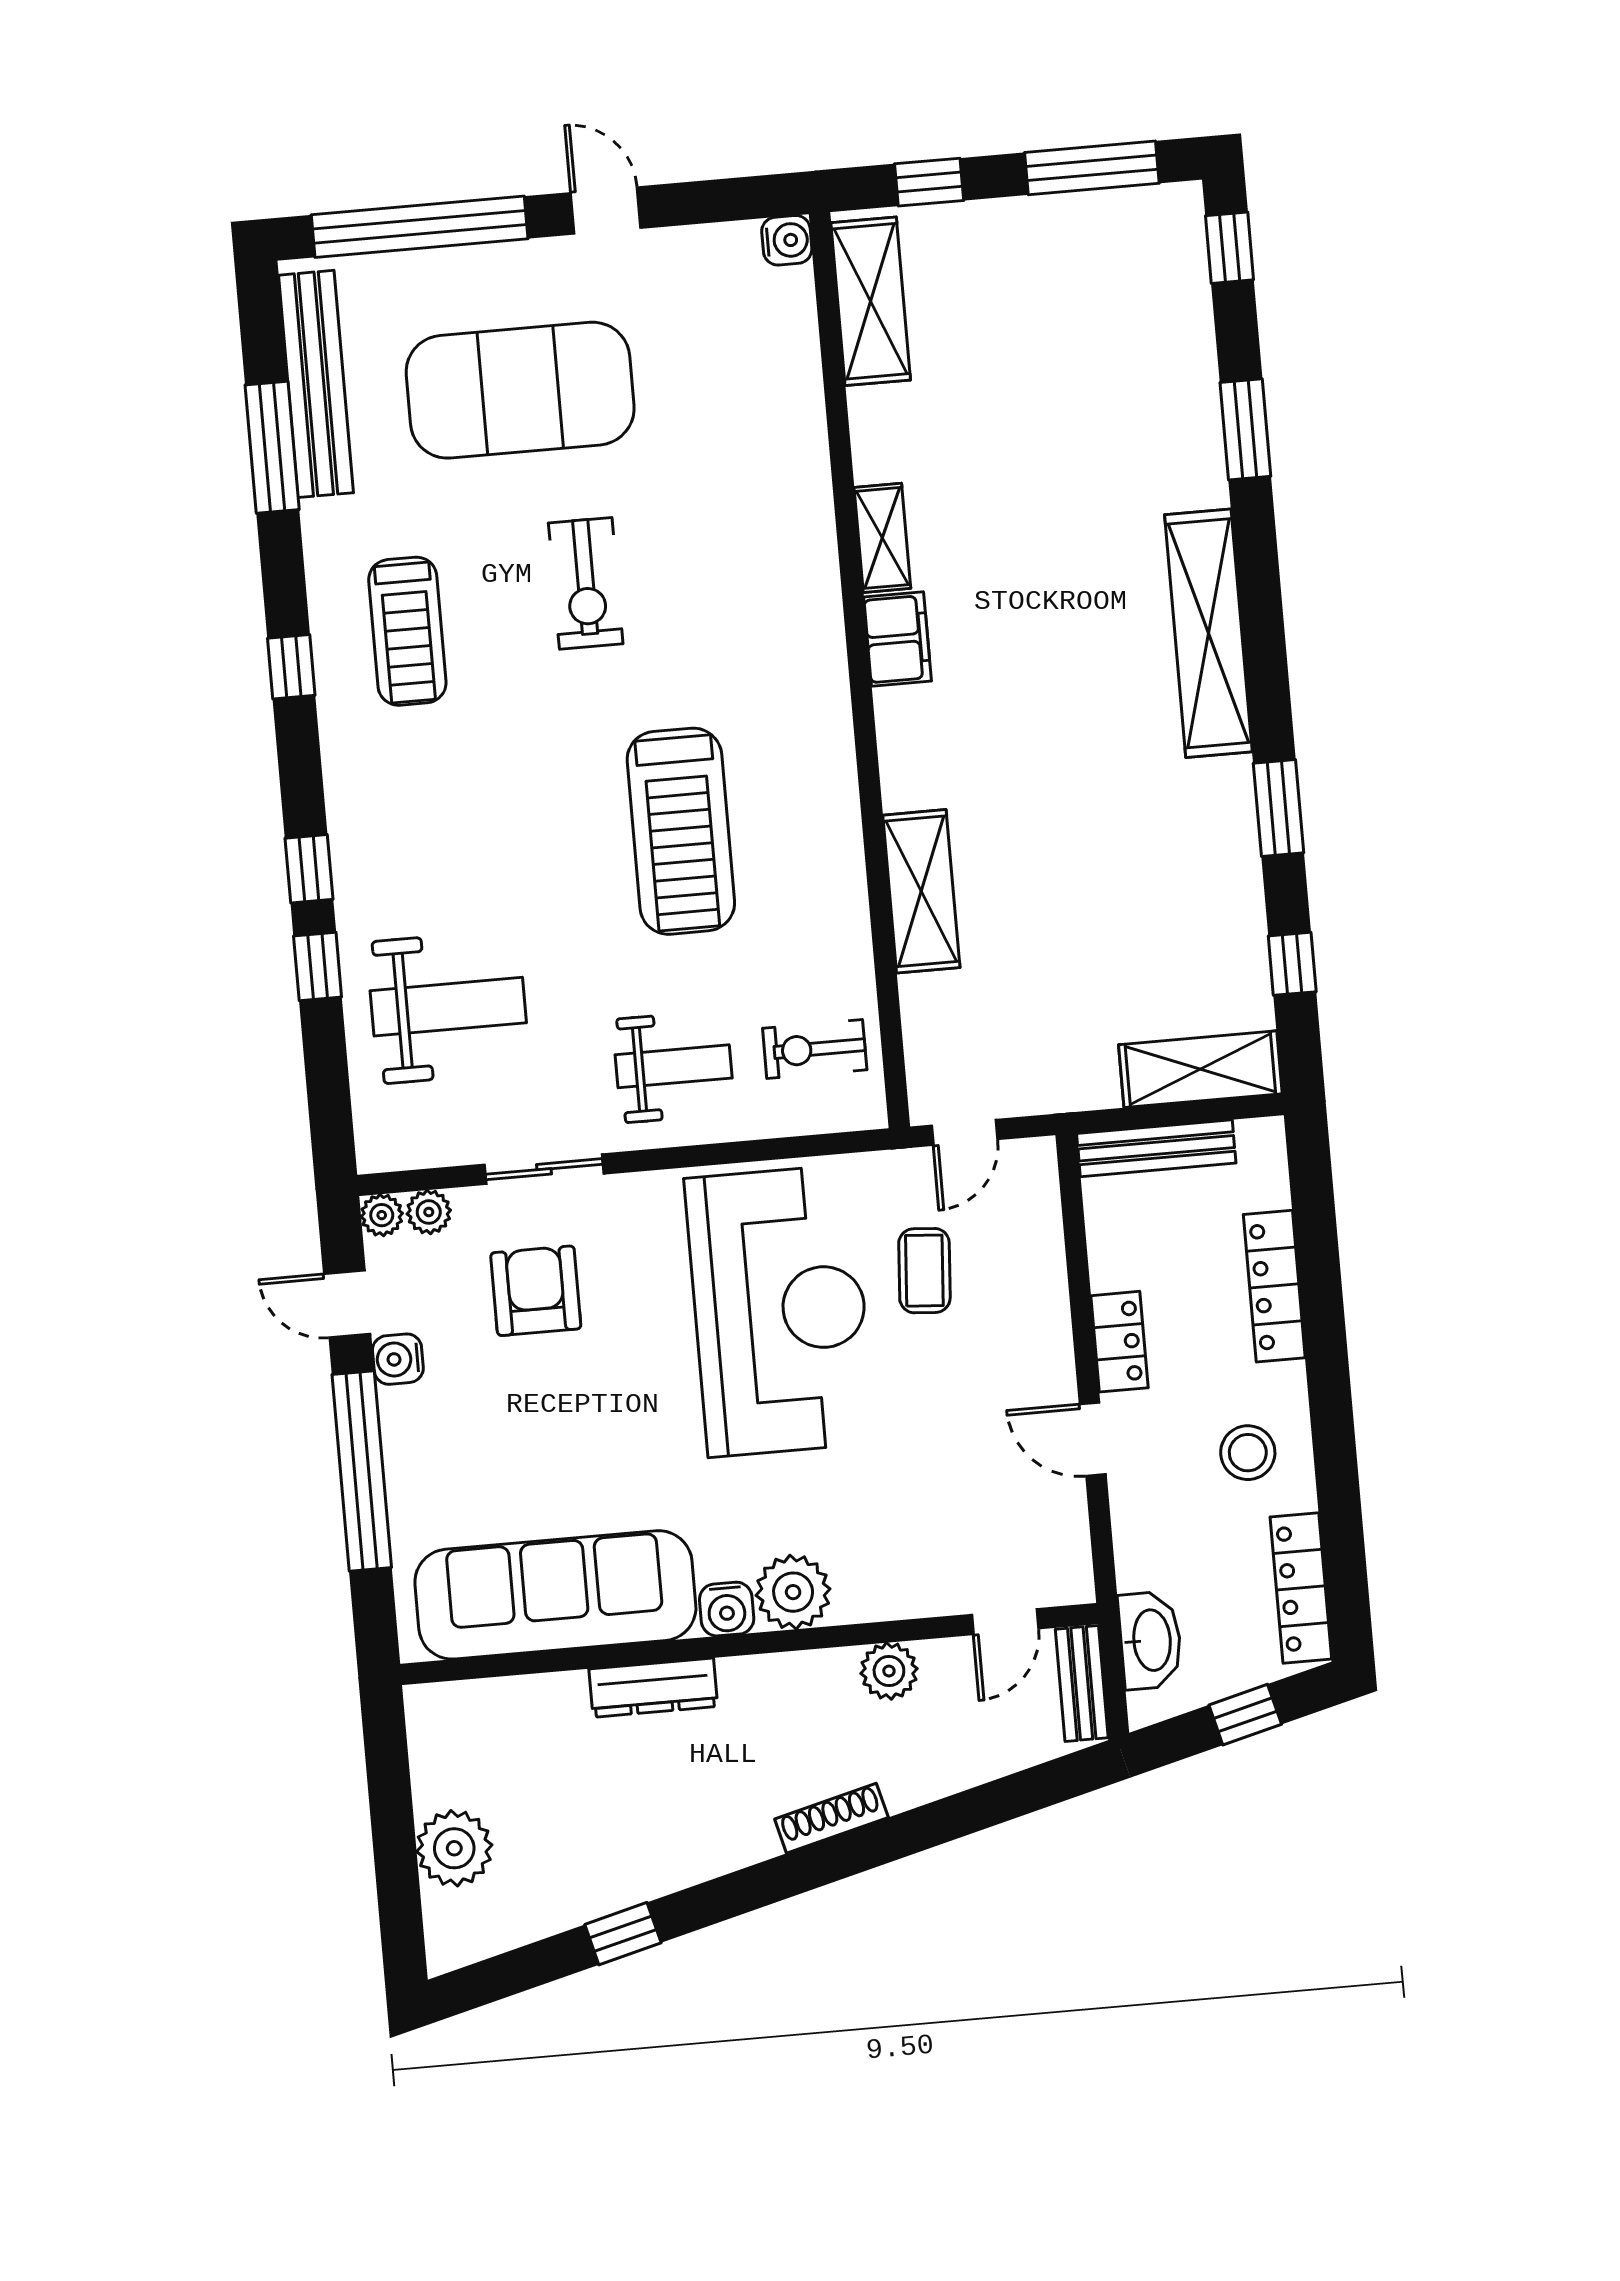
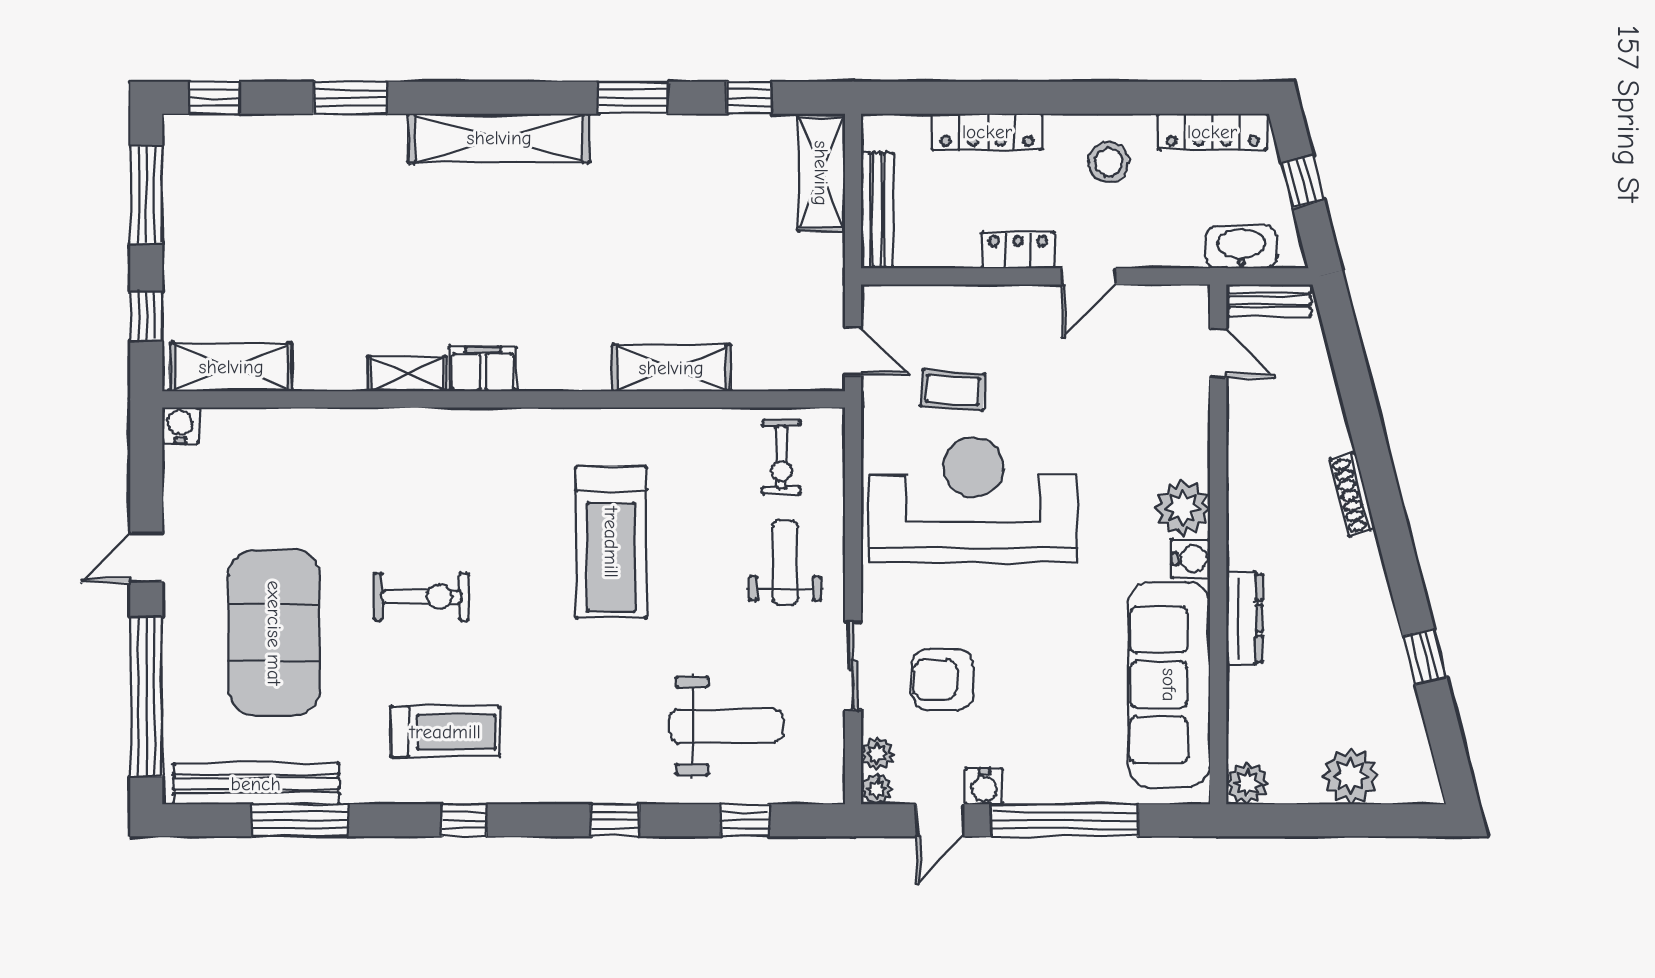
treadmill: (681, 831) -> (611, 542), turned 90
window: (318, 967) -> (745, 820), moved
weight bench: (448, 1007) -> (726, 726), turned 90
plant: (889, 1671) -> (1247, 783), moved

